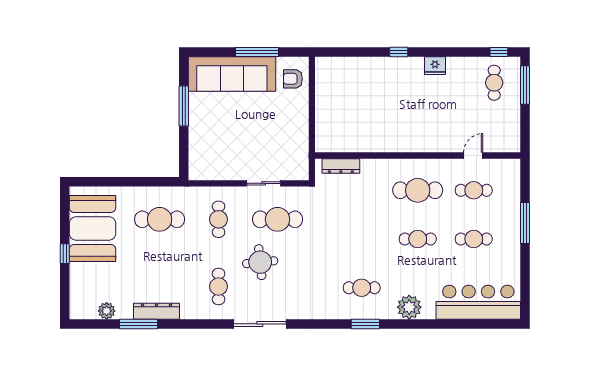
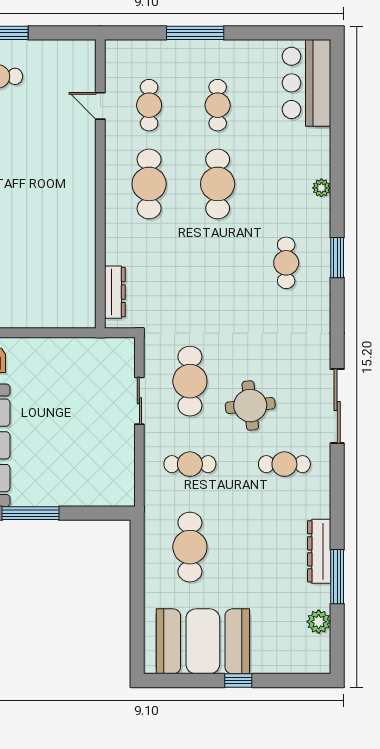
cafe table: (418, 239) -> (218, 184), width x1.37, depth x1.35
bar counter: (478, 302) -> (306, 83), width x0.73
plant: (409, 307) -> (321, 188), width x0.53, depth x0.53

